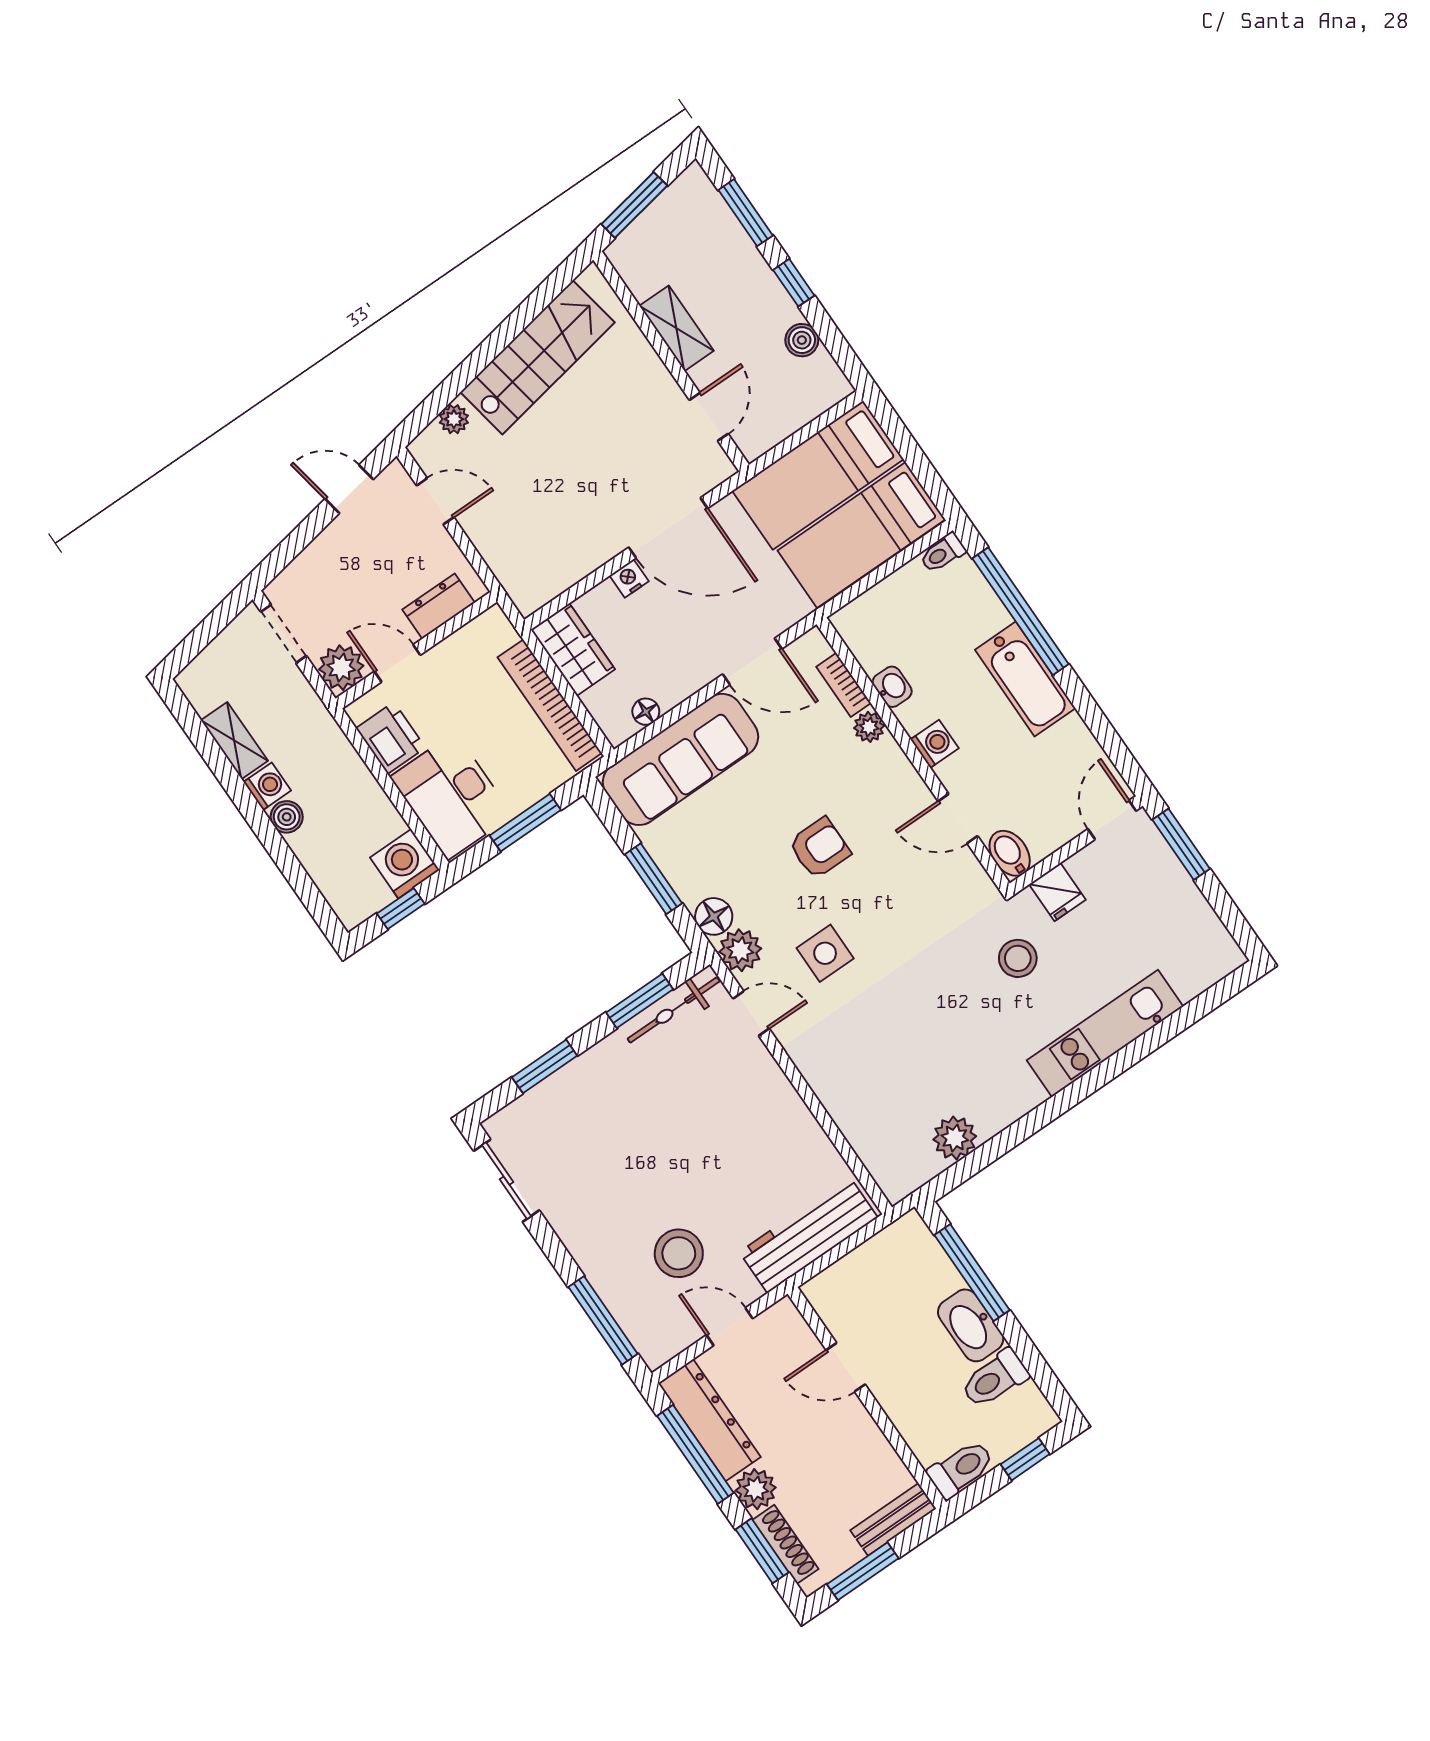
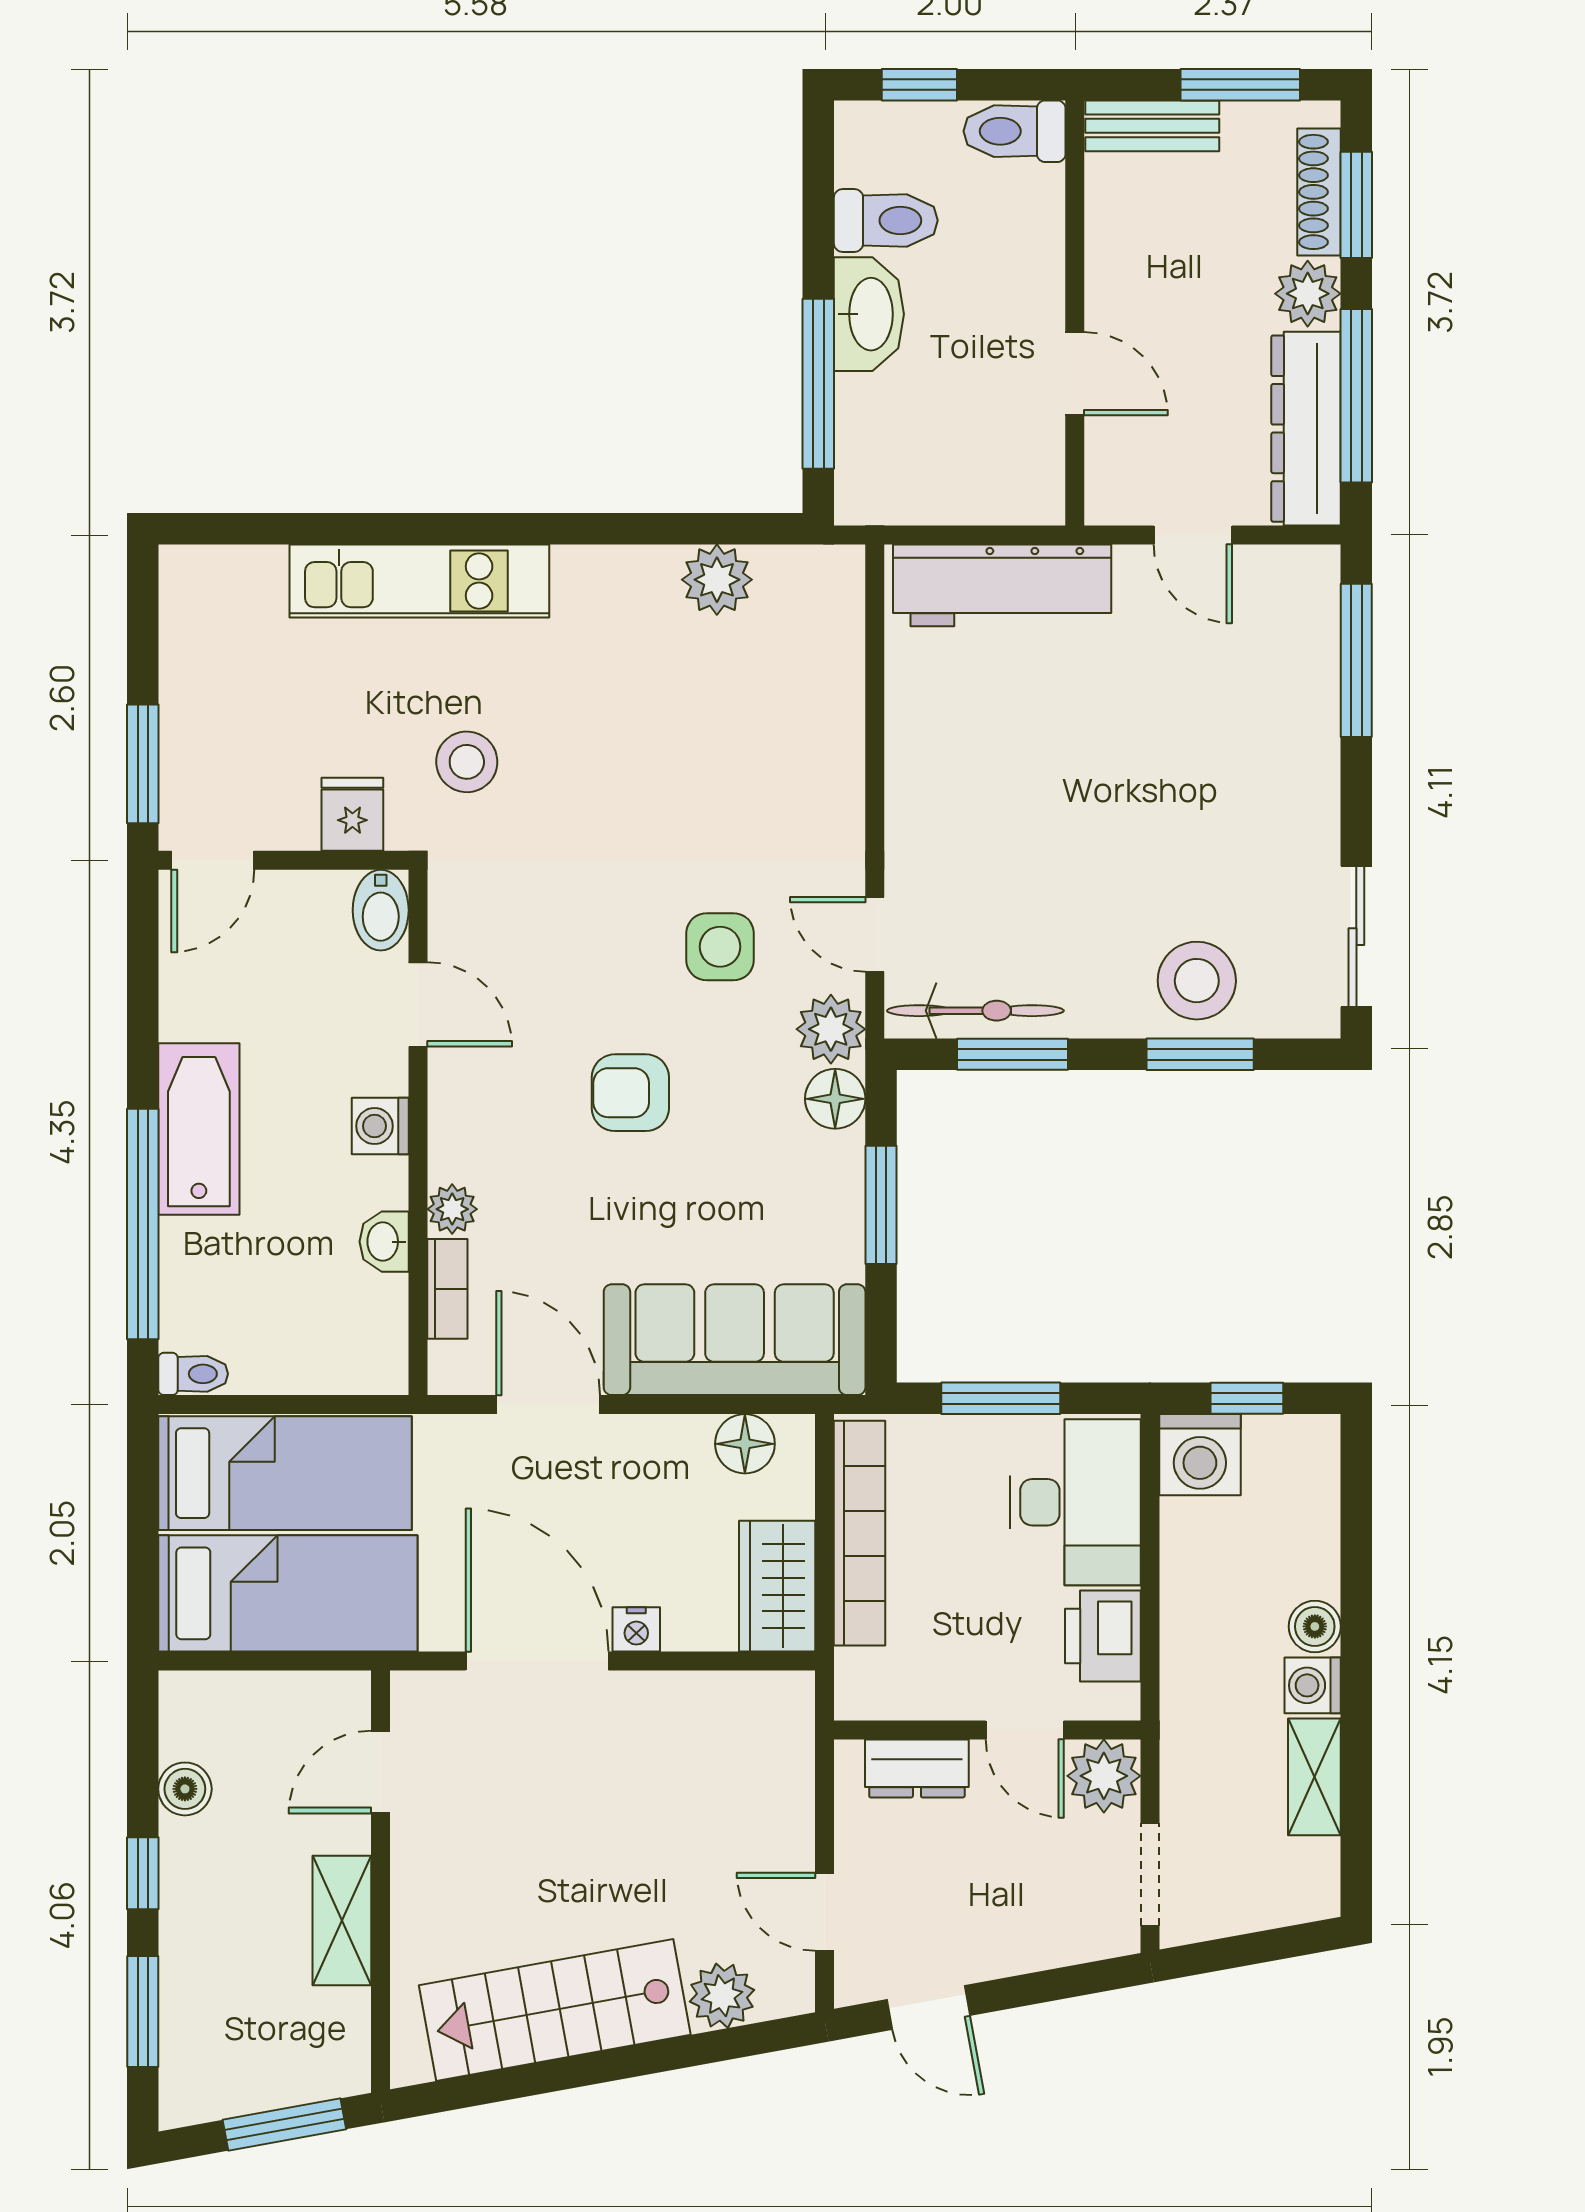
plant: (454, 419) -> (722, 1996), width x1.38, depth x1.38
floor lamp: (646, 712) -> (745, 1444), width x1.37, depth x1.37
stool: (679, 1253) -> (1197, 981), moved

